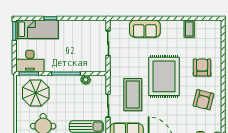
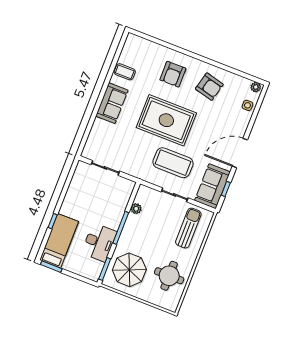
sofa: (145, 29) -> (112, 103), moved
desk: (30, 61) -> (99, 242), moved
armchair: (202, 67) -> (173, 74), turned -90

